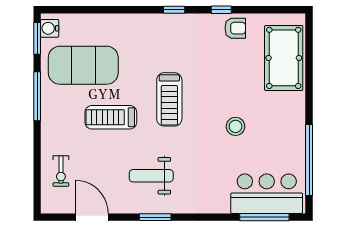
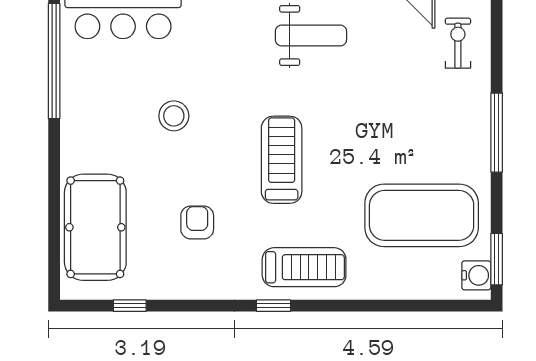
window: (221, 10) -> (130, 306), moved
armchair: (235, 28) -> (197, 222), moved, turned 90
window: (37, 96) -> (497, 133), moved
treadmill: (111, 117) -> (304, 267), moved

